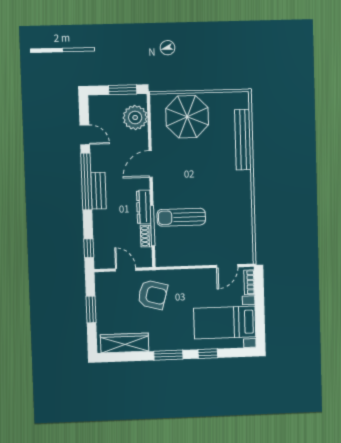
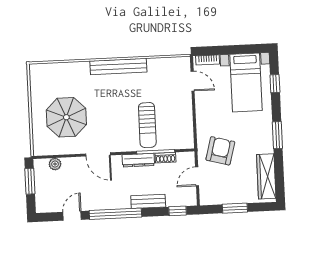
plant: (135, 117) -> (55, 164), width x0.53, depth x0.53
parasol: (187, 117) -> (66, 117), moved
bench: (243, 140) -> (118, 66), moved
bench: (98, 191) -> (148, 201), moved
window: (208, 354) -> (275, 84), moved

